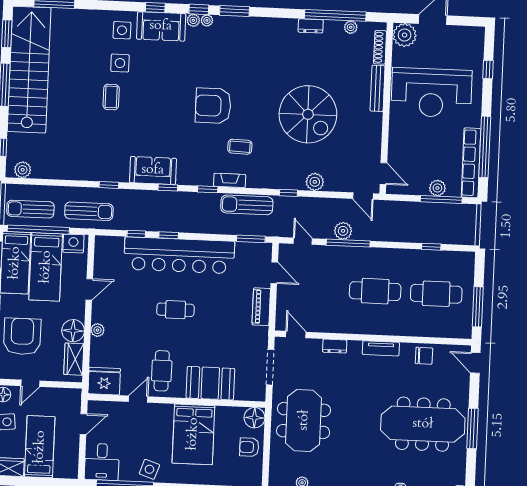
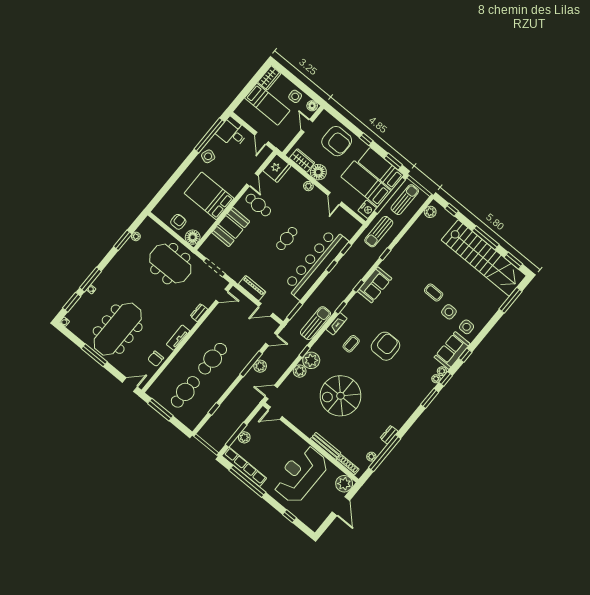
plant: (293, 178) -> (311, 360), added

